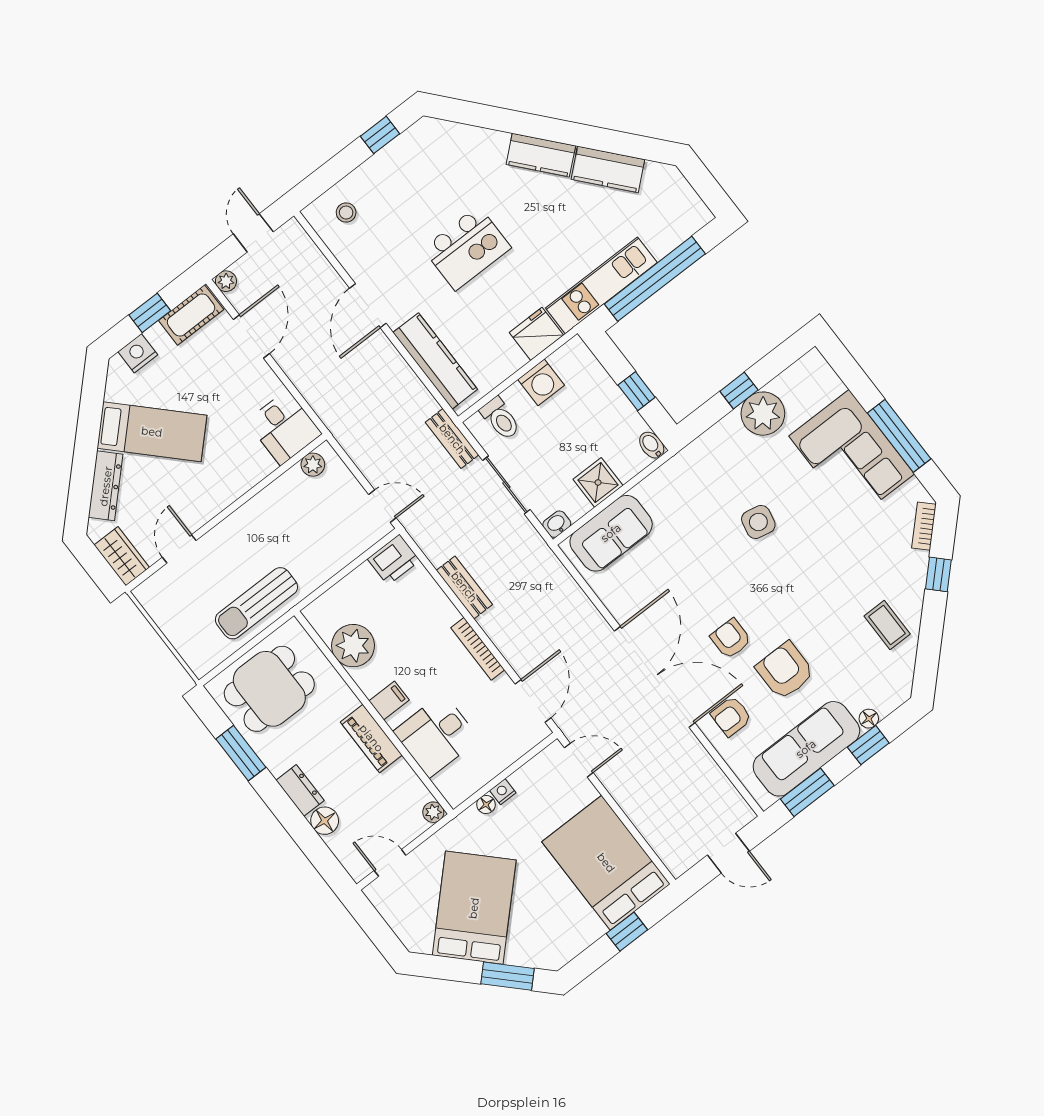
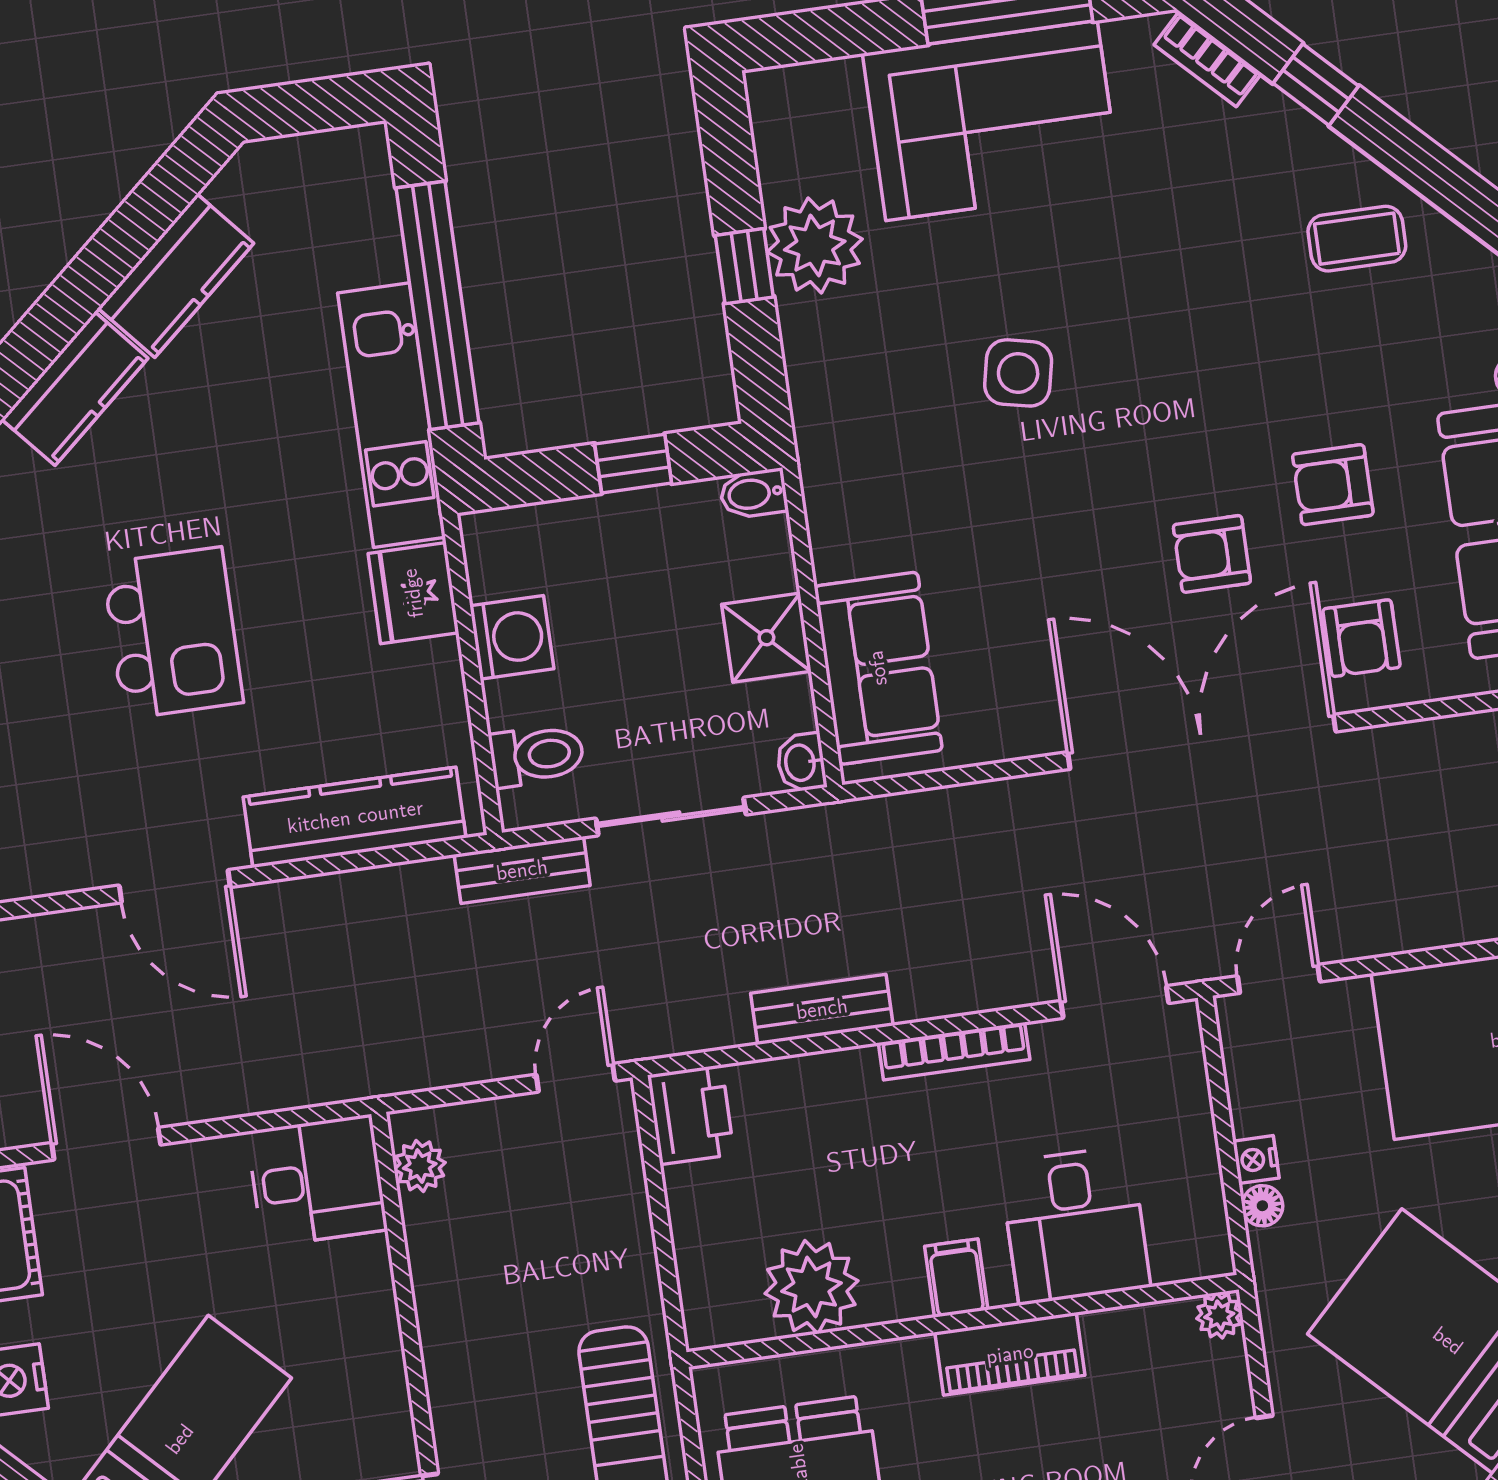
armchair: (785, 671) -> (1333, 485), width x0.72, depth x0.72

